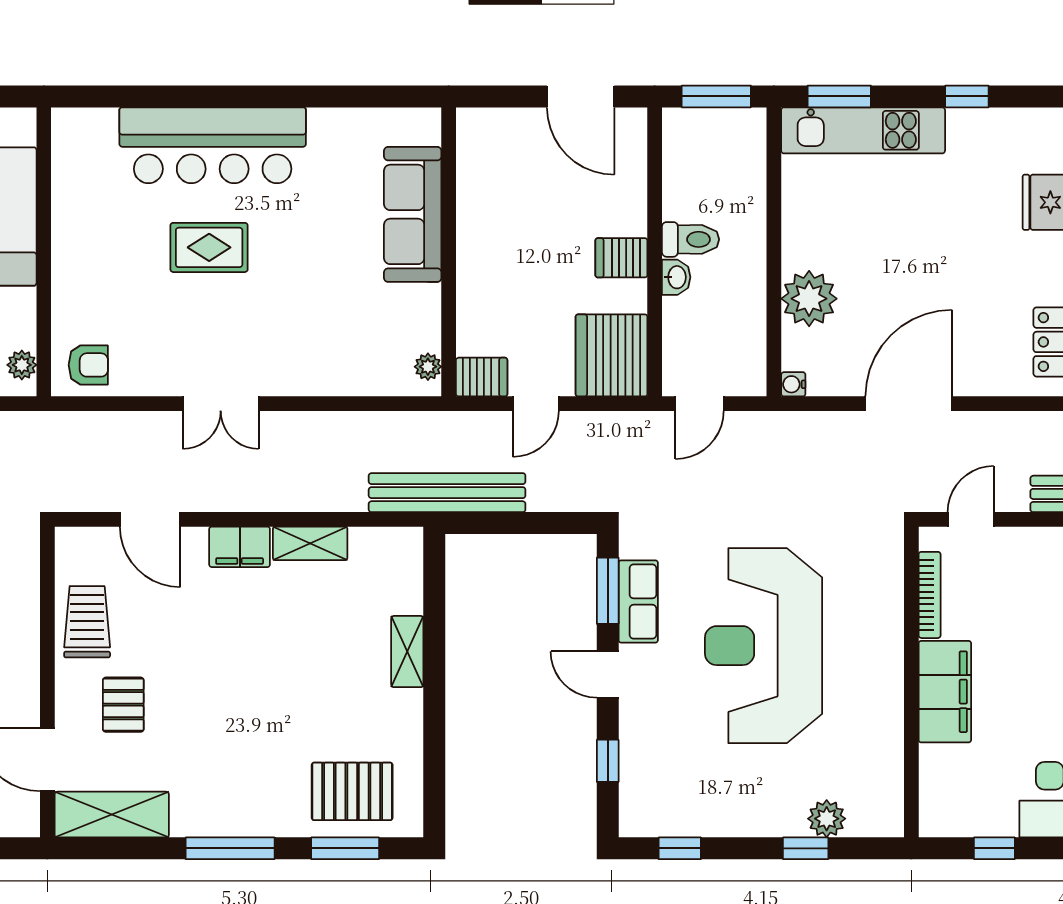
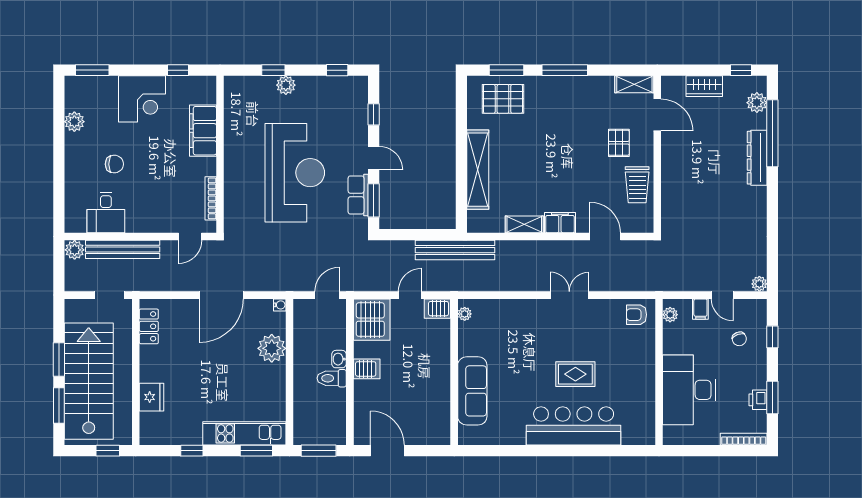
shelving: (407, 652) -> (478, 170), width x2.20, depth x1.33
filing cabinet: (945, 692) -> (203, 131), moved
shelving: (112, 815) -> (634, 84), width x0.67, depth x0.75
plant: (827, 819) -> (286, 85), moved

